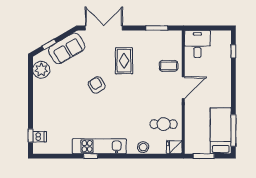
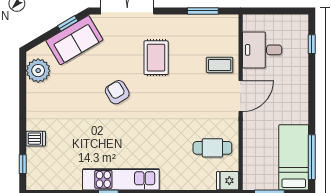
window: (49, 44) -> (68, 23), moved
desk: (197, 44) -> (262, 50), moved, turned -90
dishwasher: (40, 137) -> (36, 139), moved
stool: (143, 147) -> (183, 181), removed

